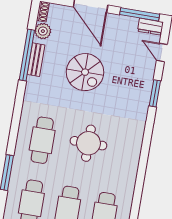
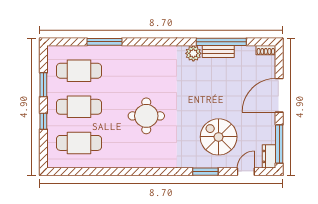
plant: (43, 31) -> (193, 53), moved
spiral stairs: (85, 72) -> (219, 137), moved, turned 90
cafe table: (42, 140) -> (142, 71), removed

